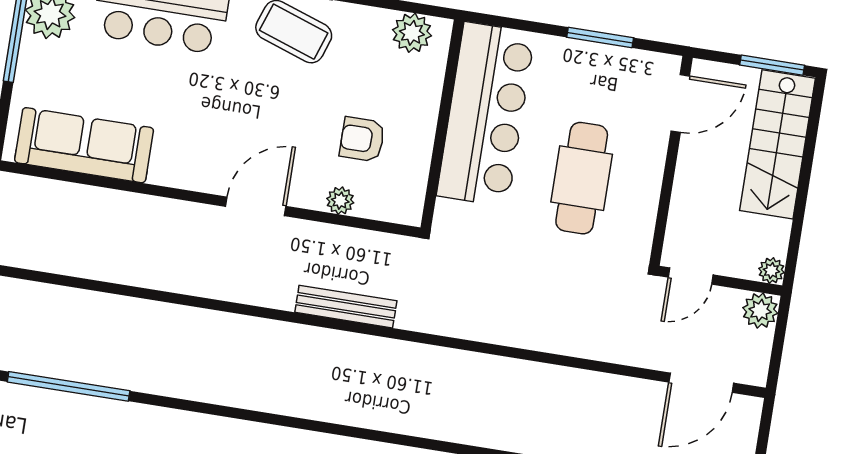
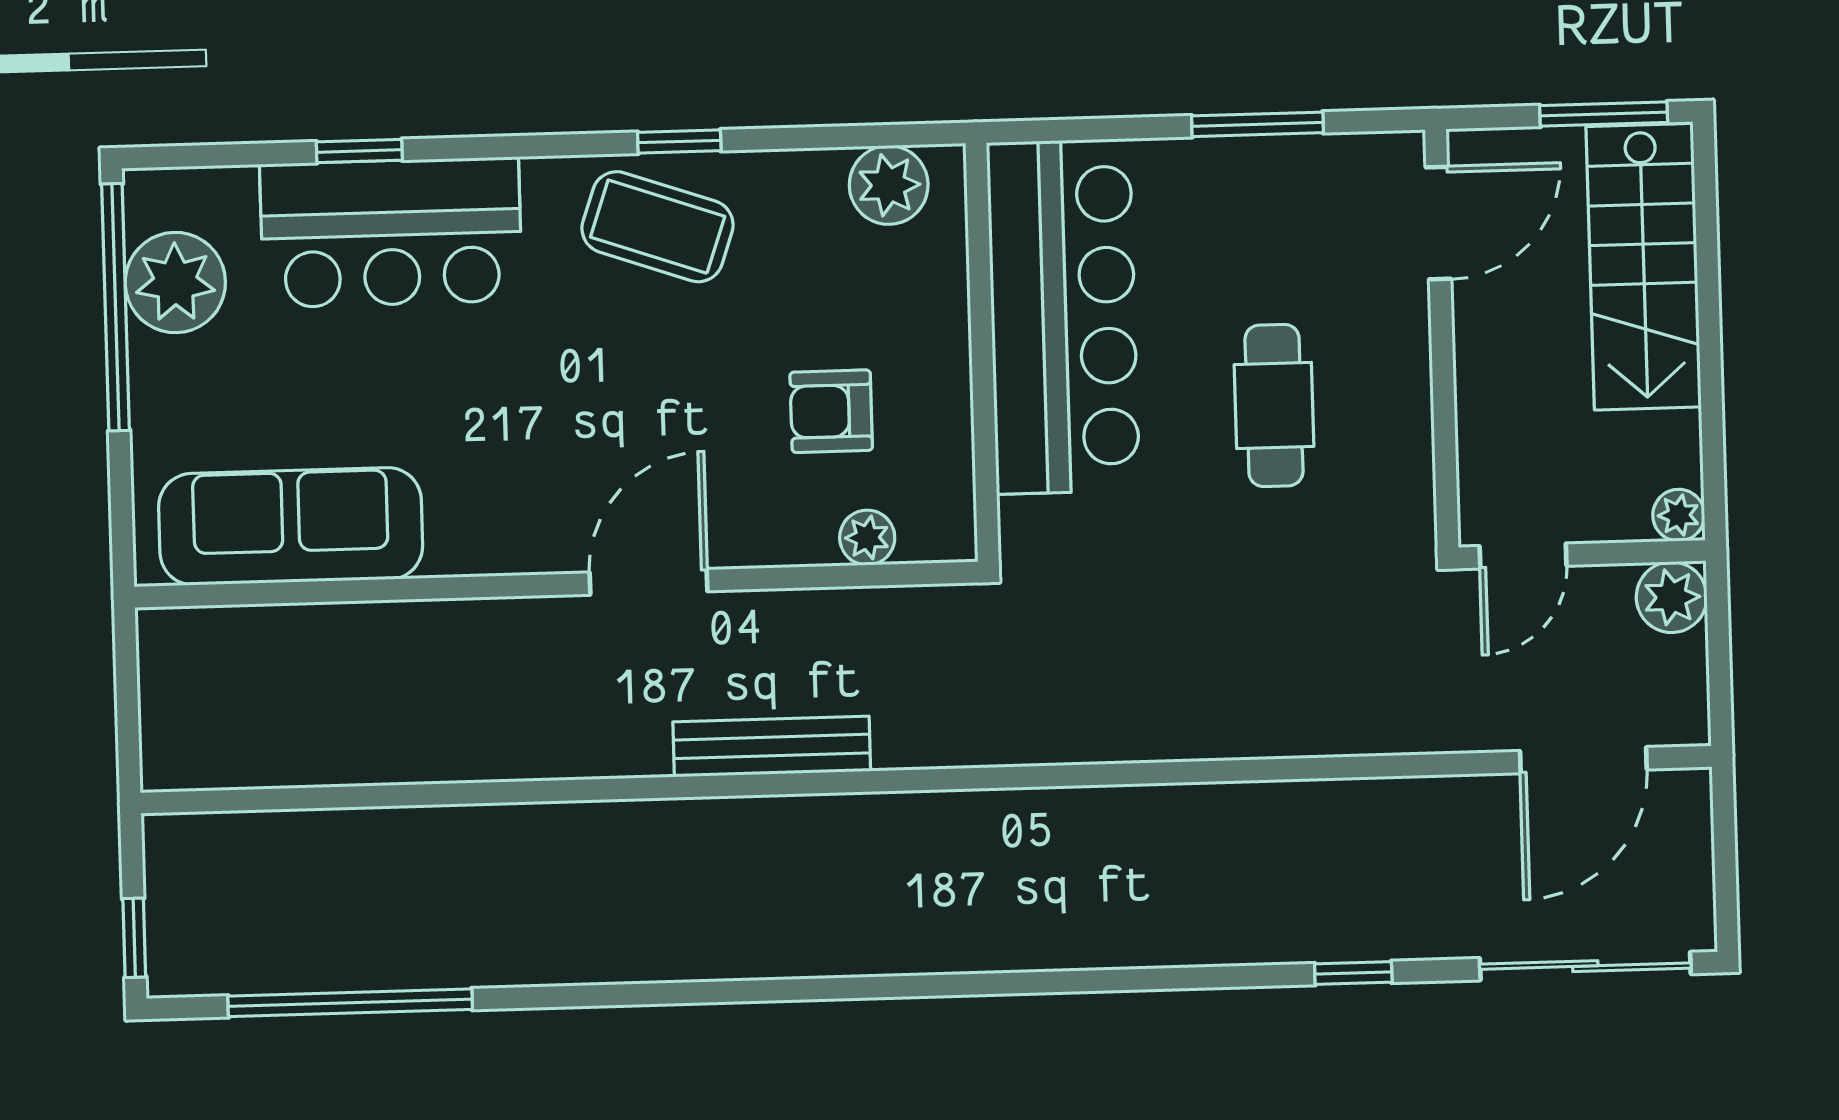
cafe table: (582, 178) -> (1274, 405), width x0.73, depth x0.74
plant: (340, 201) -> (867, 538), moved
bench: (346, 307) -> (772, 746), moved

